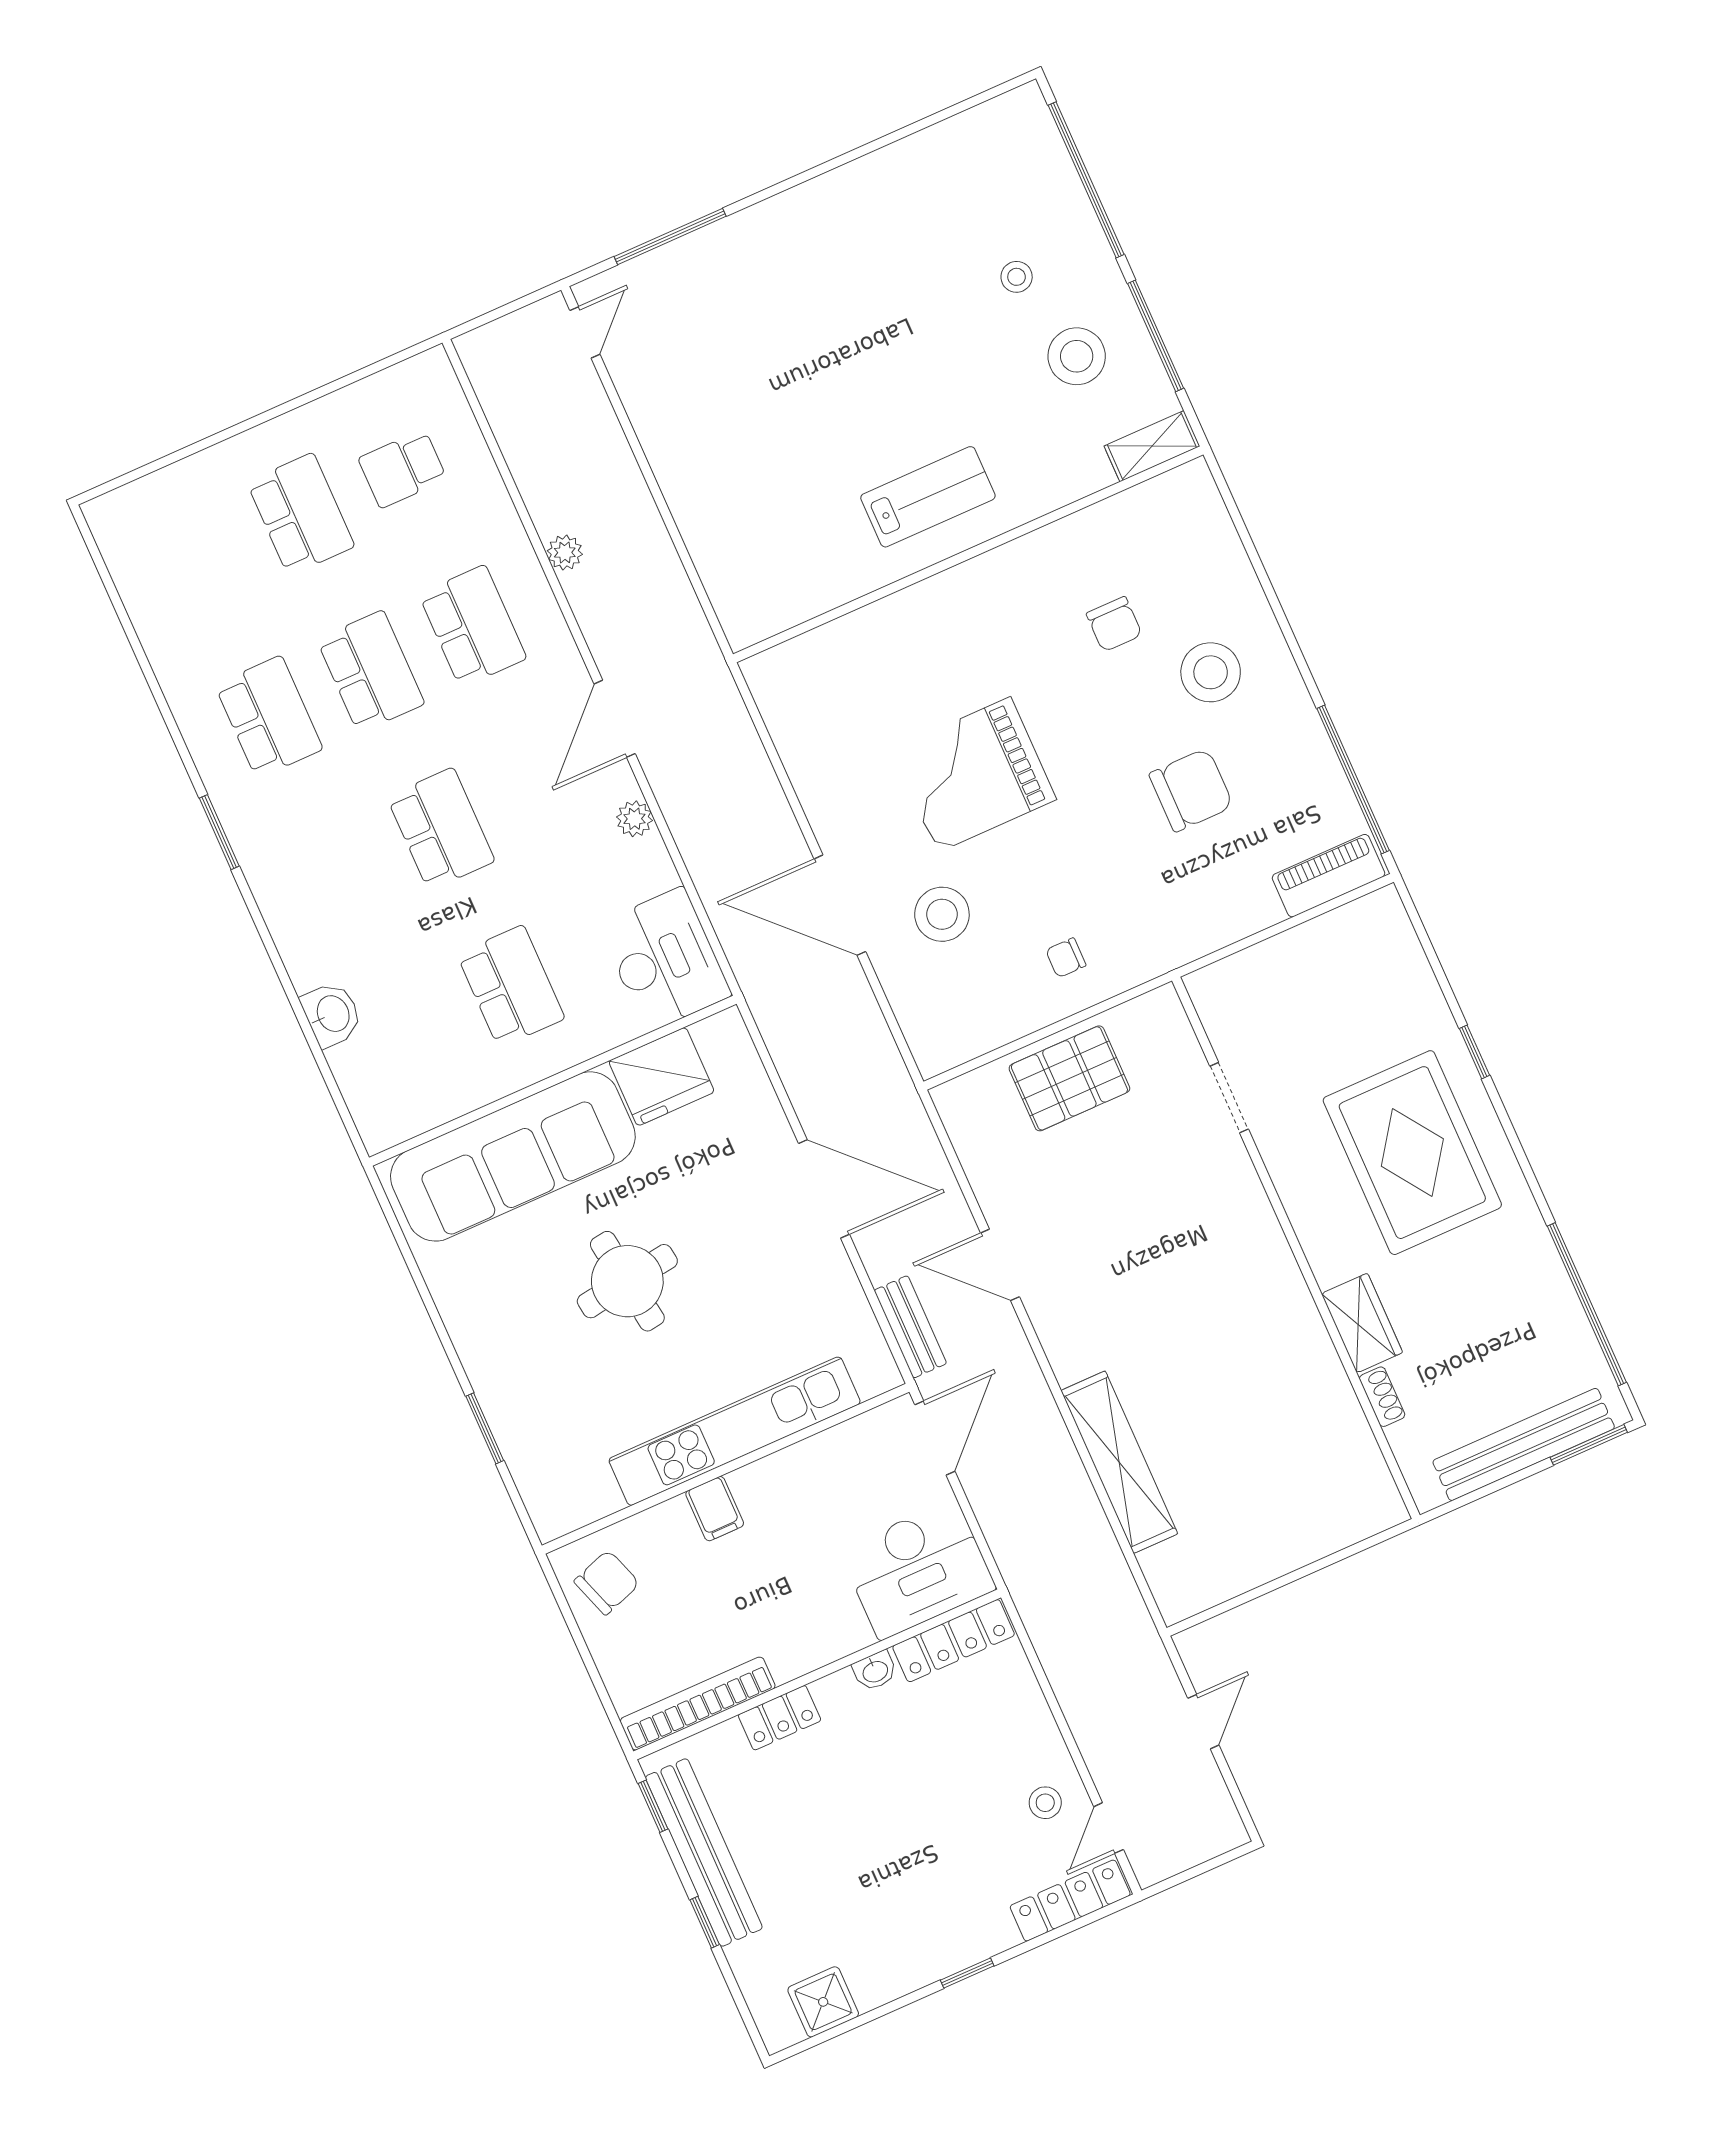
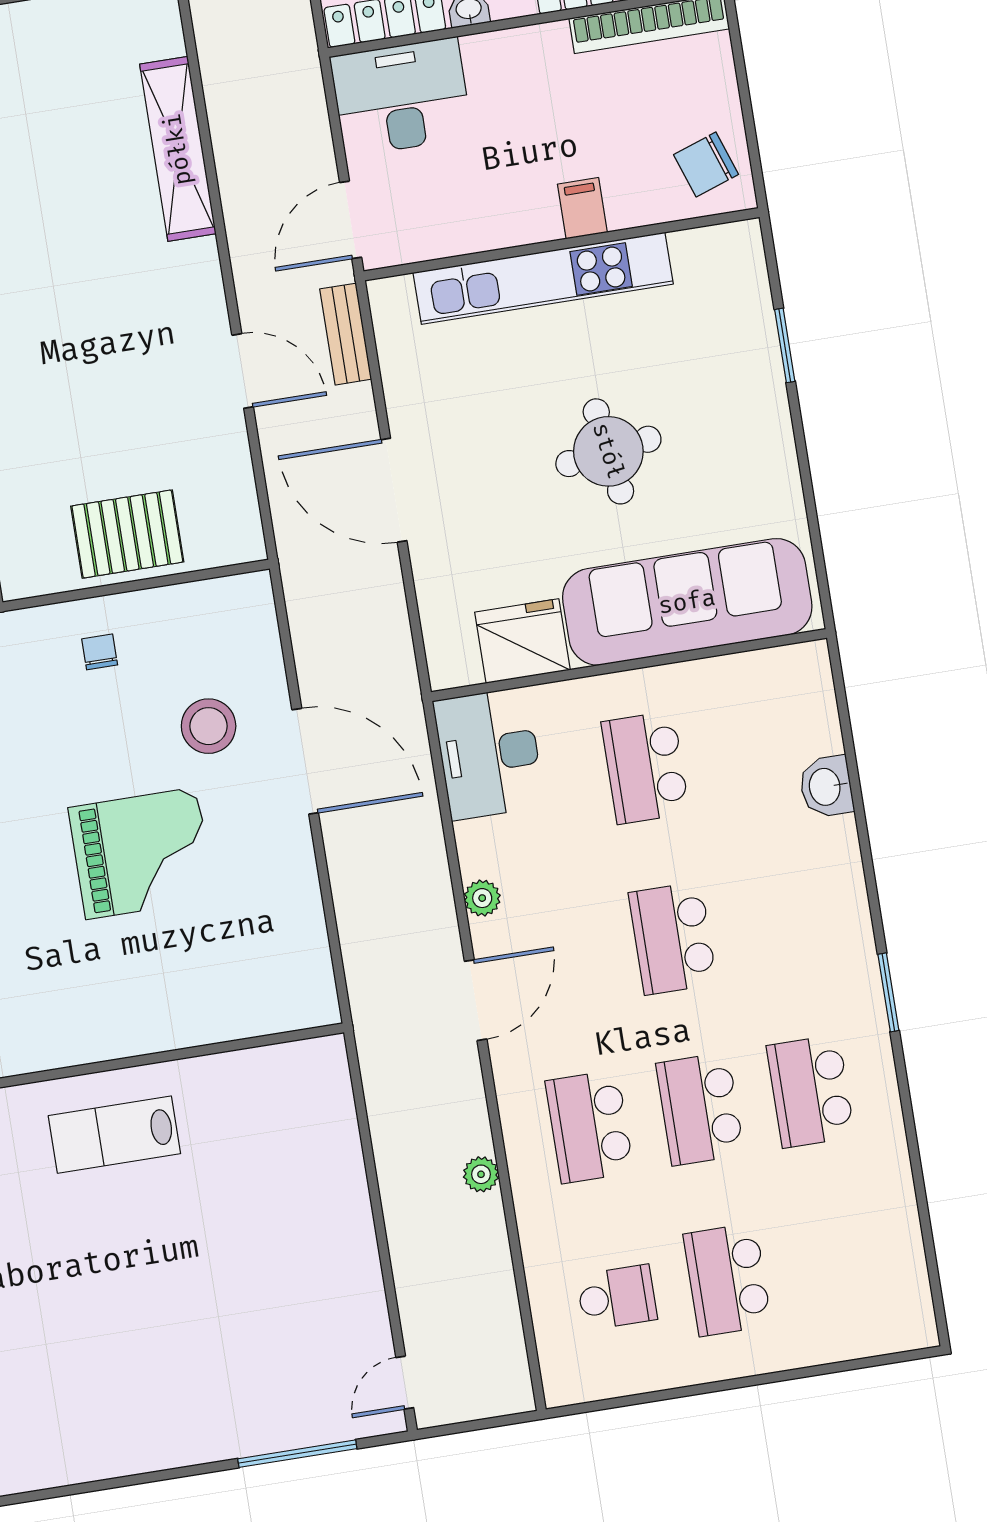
chair: (1066, 958) -> (100, 652), turned -90

